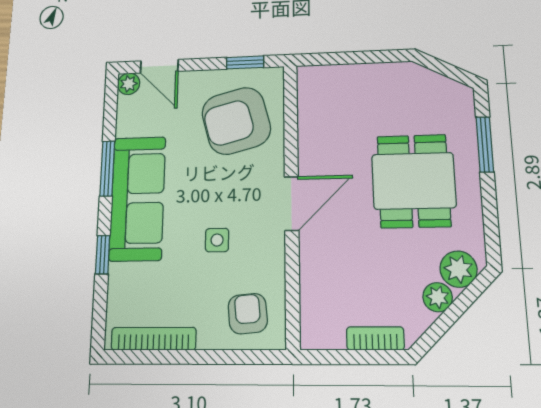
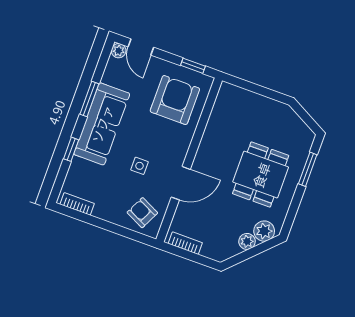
armchair: (236, 121) -> (175, 100), turned 105
door: (292, 204) -> (181, 183), moved
armchair: (248, 314) -> (142, 213), turned -59
bookcase: (375, 338) -> (185, 243), moved
bookcase: (153, 339) -> (77, 204), width x0.64

